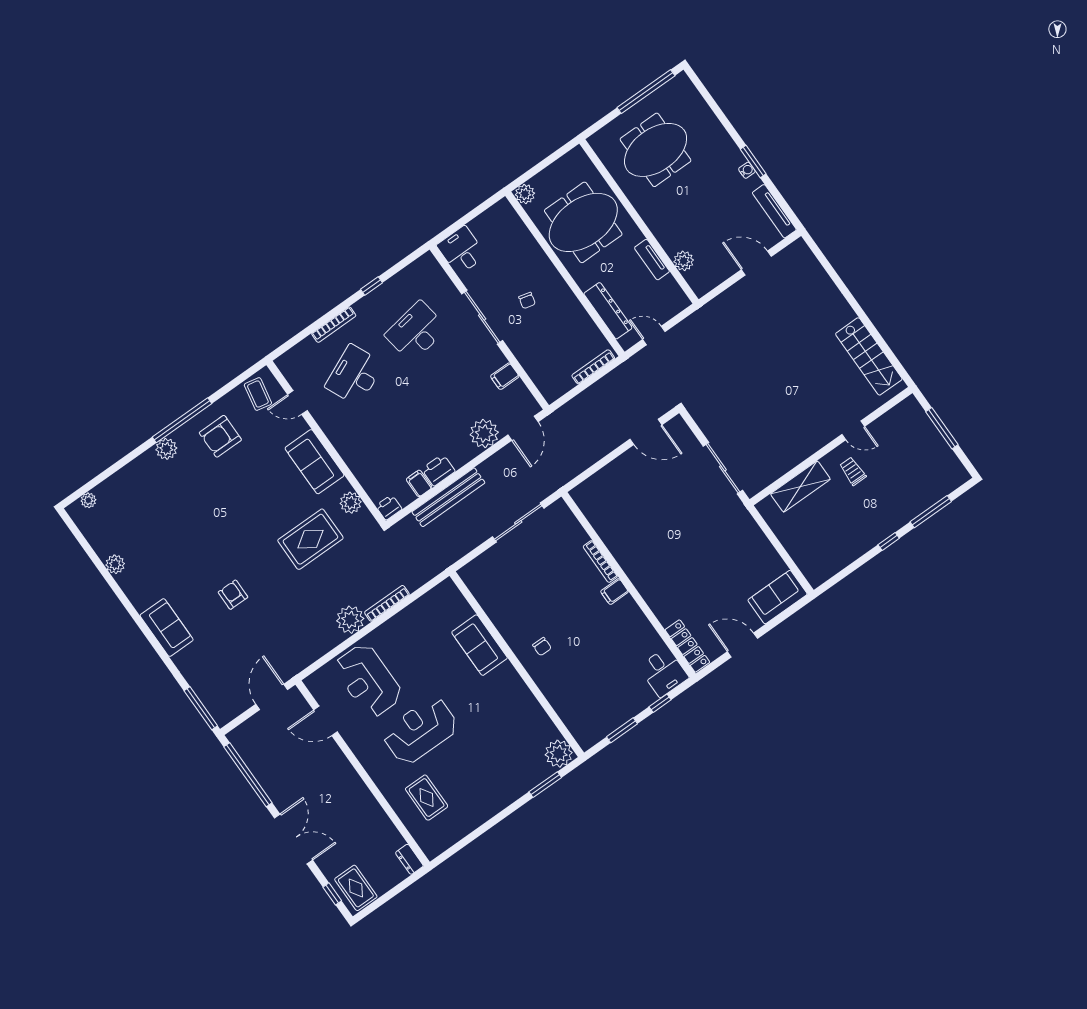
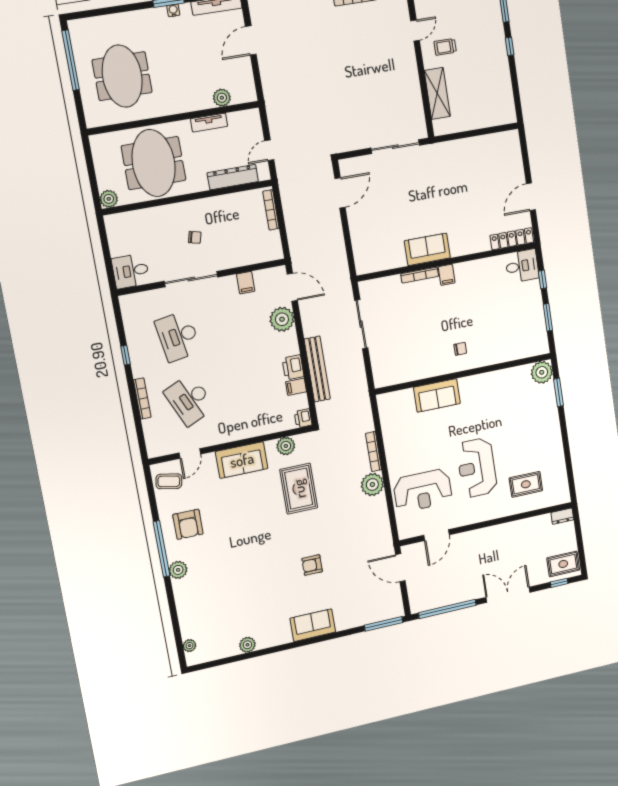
sofa: (777, 597) -> (427, 249), moved, turned 90

